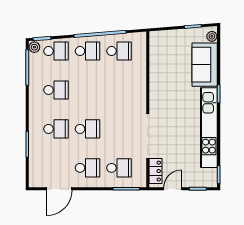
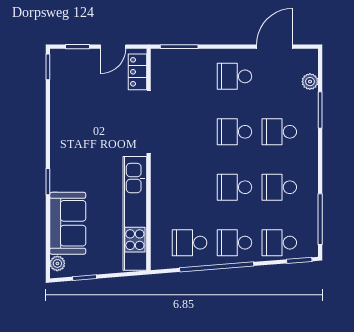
plant: (34, 47) -> (310, 82), moved
kitchen unit: (209, 128) -> (135, 213), moved, turned 180
school desk: (119, 168) -> (234, 187), moved

